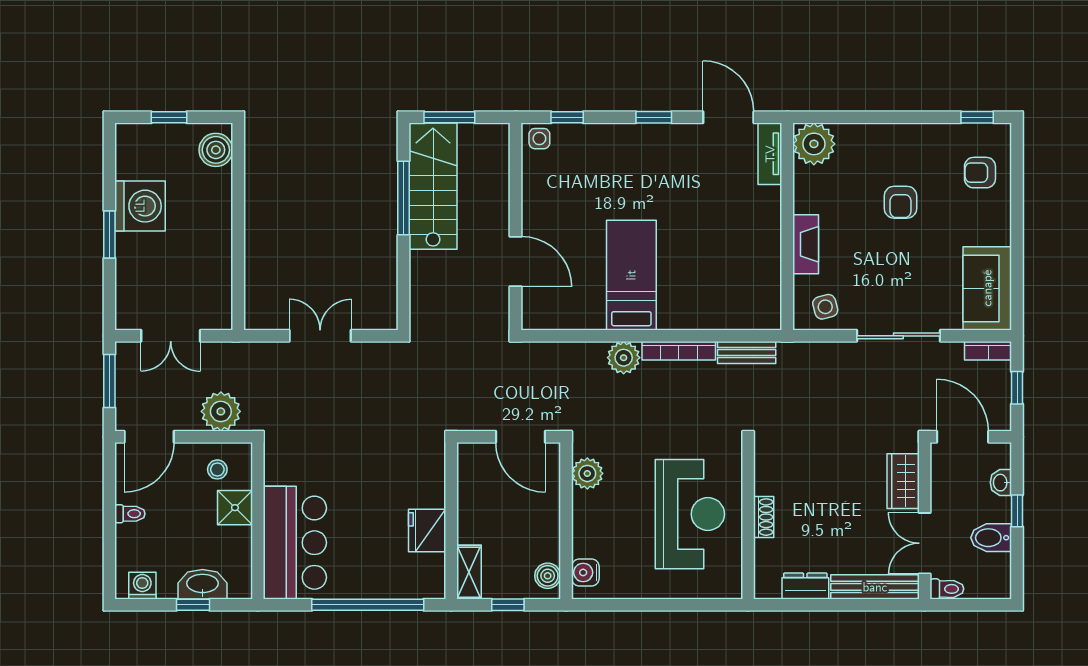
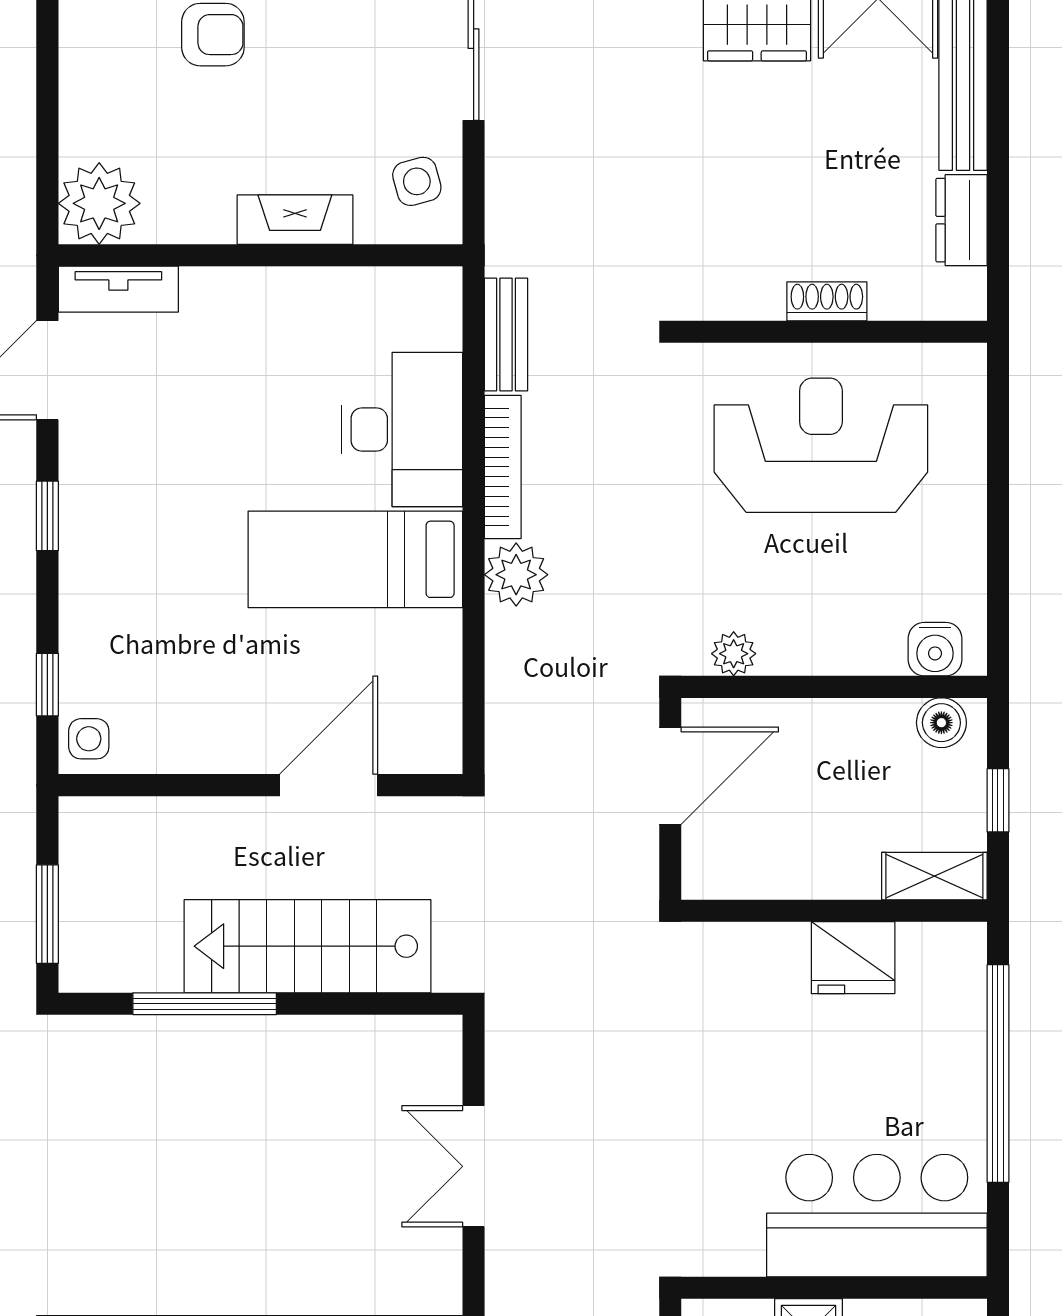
stairs: (433, 186) -> (308, 946), moved
desk: (698, 299) -> (402, 429), added
plant: (587, 473) -> (734, 654), width x0.73, depth x0.73

